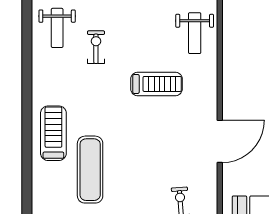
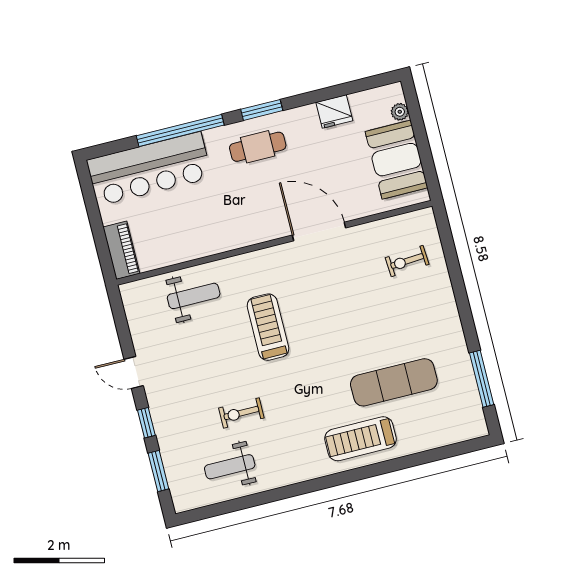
weight bench: (57, 28) -> (230, 467), turned 180

